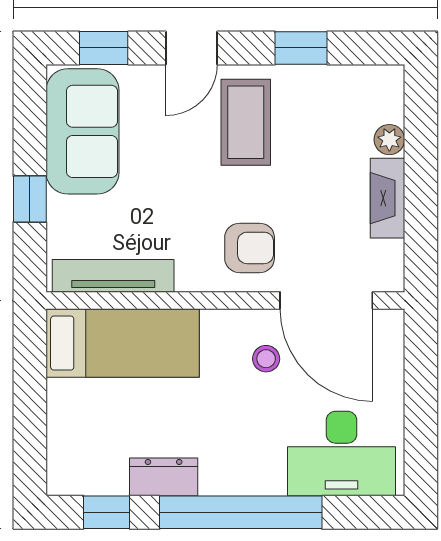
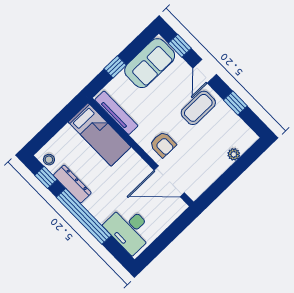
door: (192, 48) -> (205, 71), hinge flipped
fireplace: (387, 198) -> (216, 170), removed
door: (326, 300) -> (169, 181), hinge flipped
stool: (266, 359) -> (49, 160), moved
dresser: (164, 477) -> (72, 184), width x1.44

